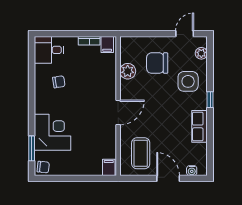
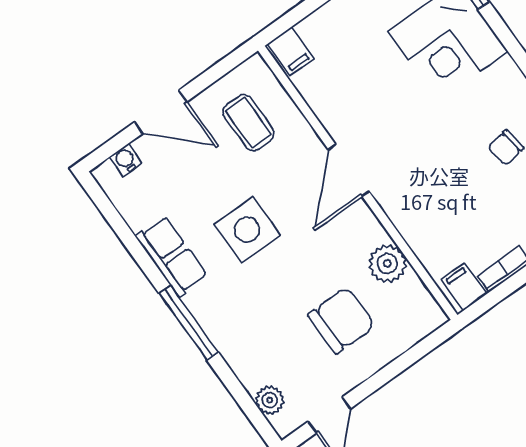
side table: (188, 81) -> (247, 230), moved
window: (210, 100) -> (189, 323), width x2.17
coffee table: (141, 153) -> (248, 123), width x0.73, depth x0.77

